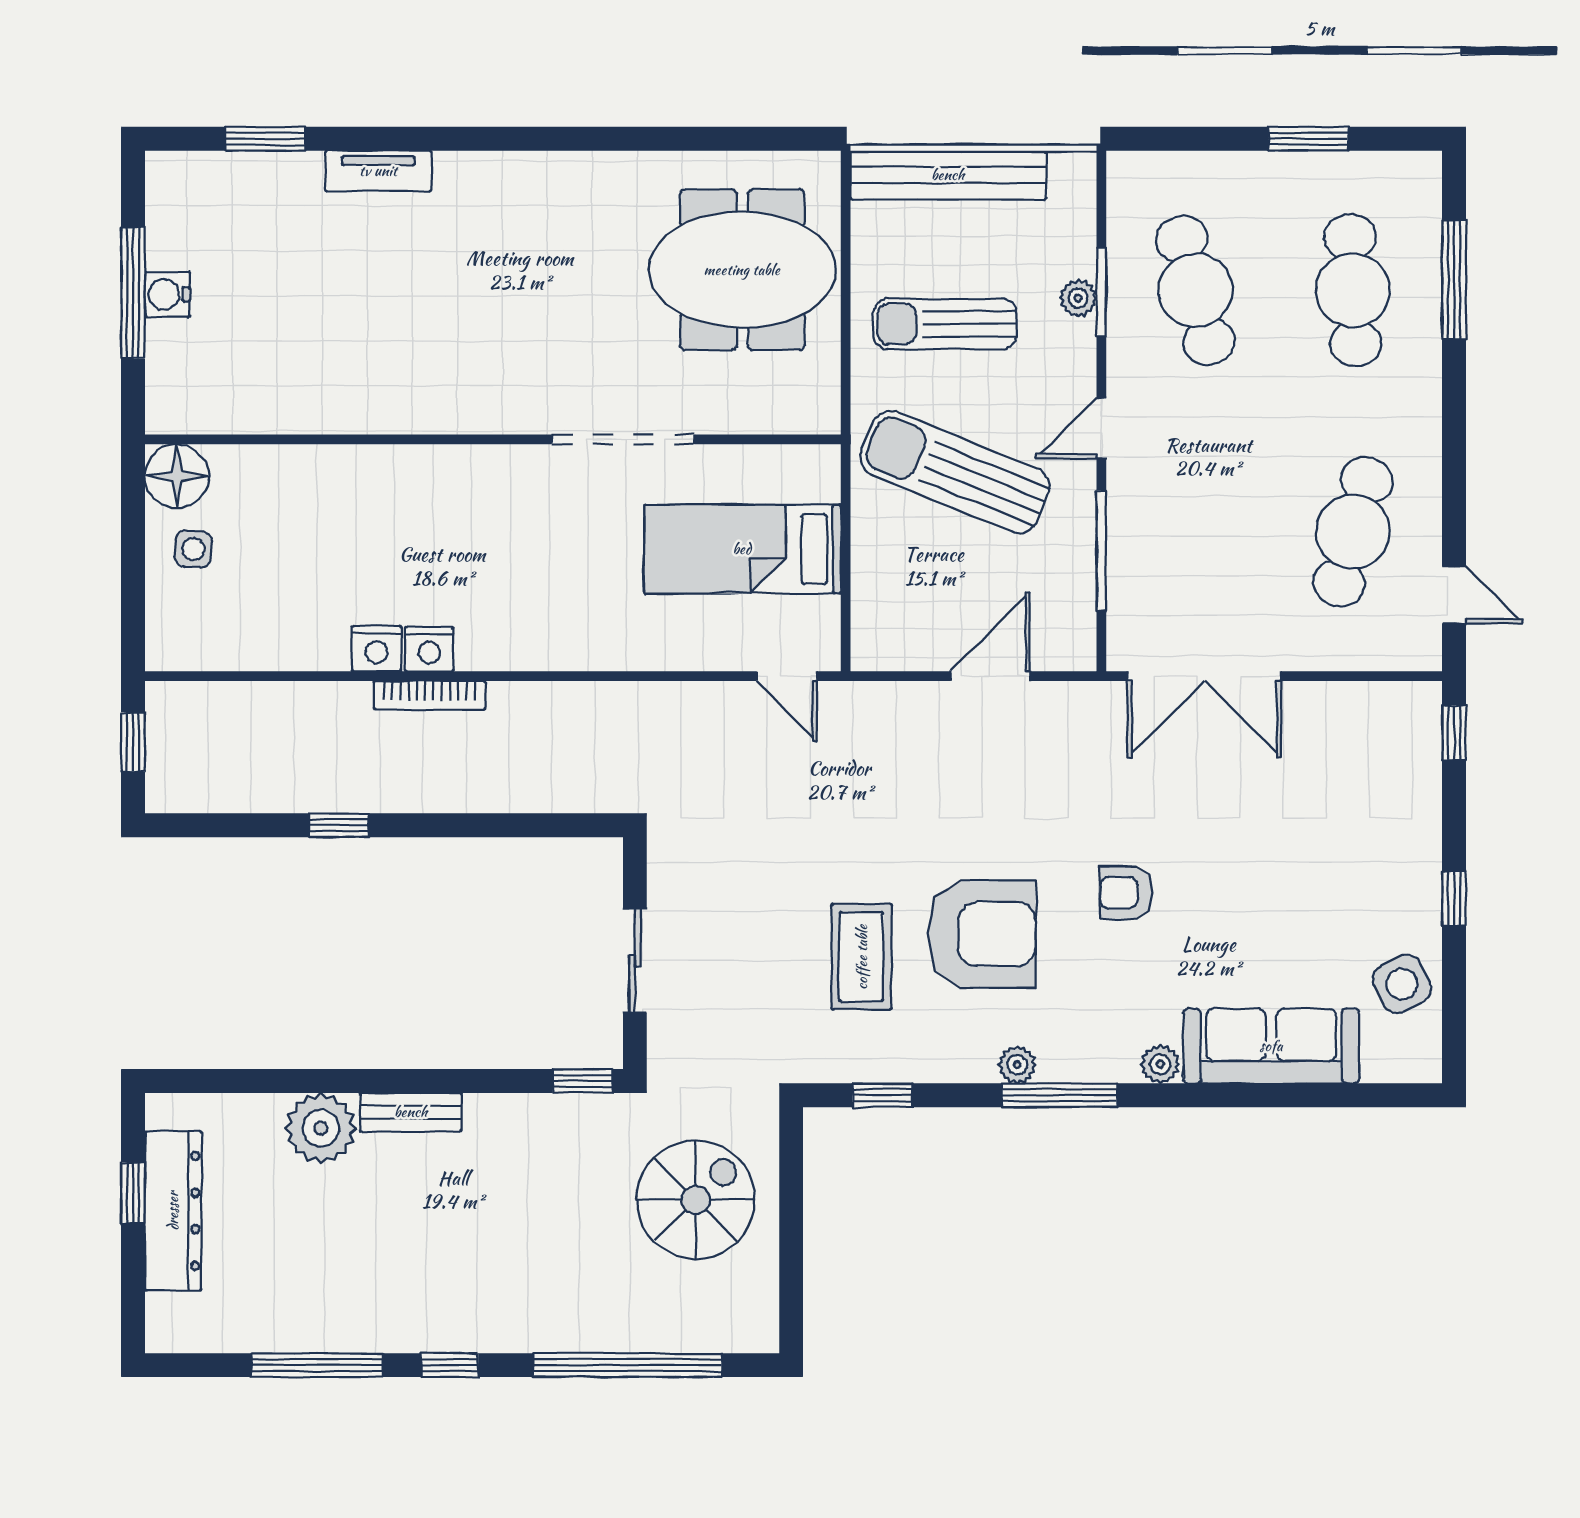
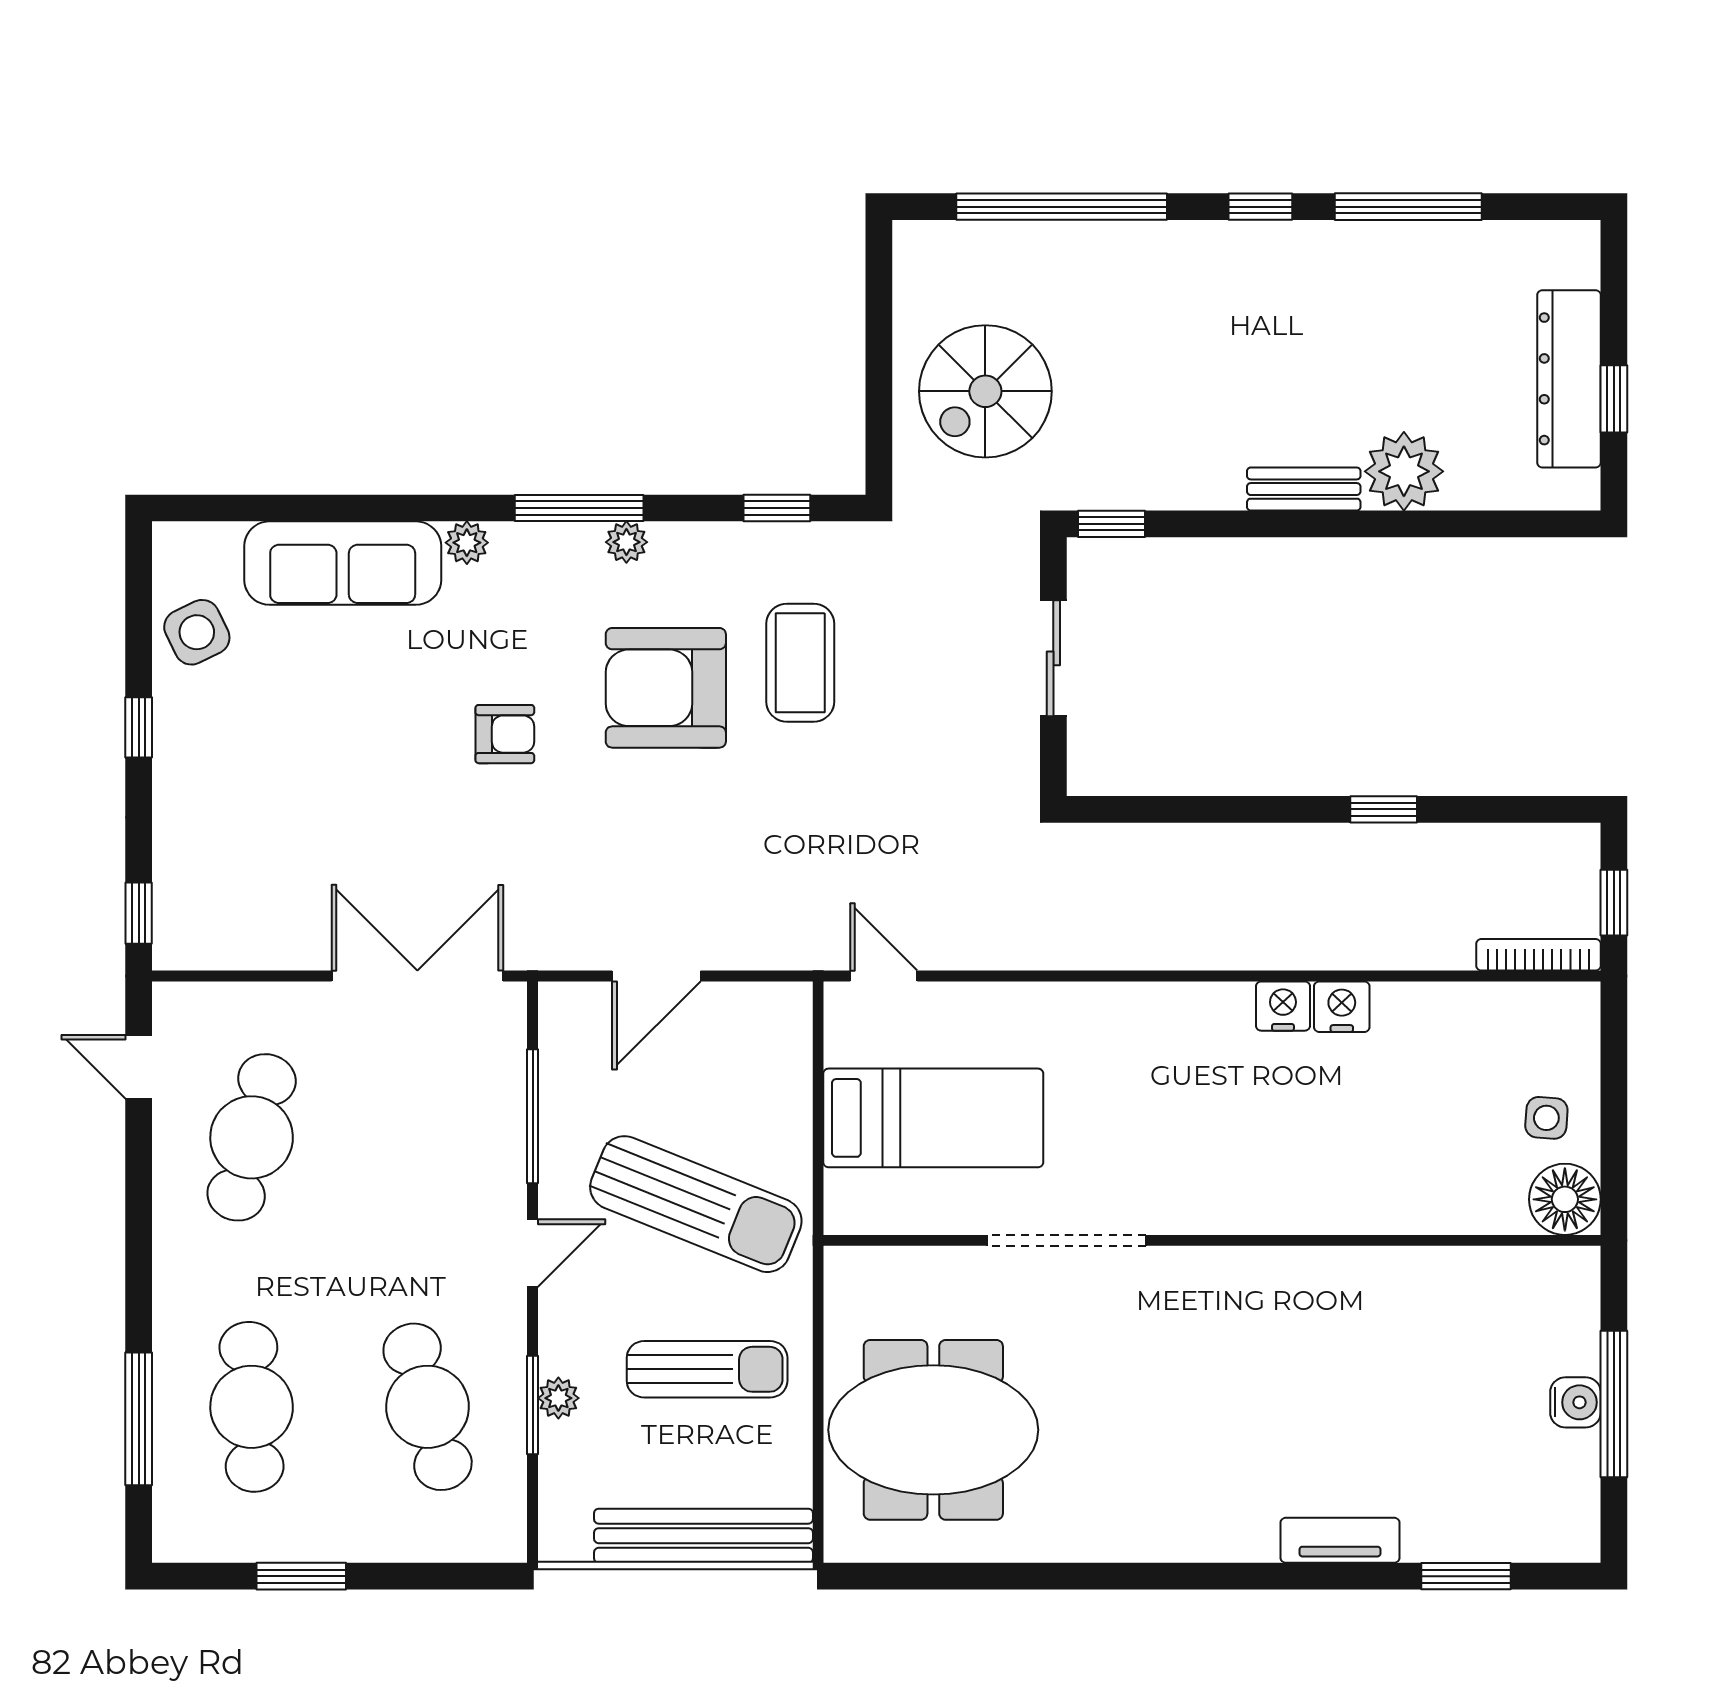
bookcase: (430, 695) -> (1538, 955), moved

